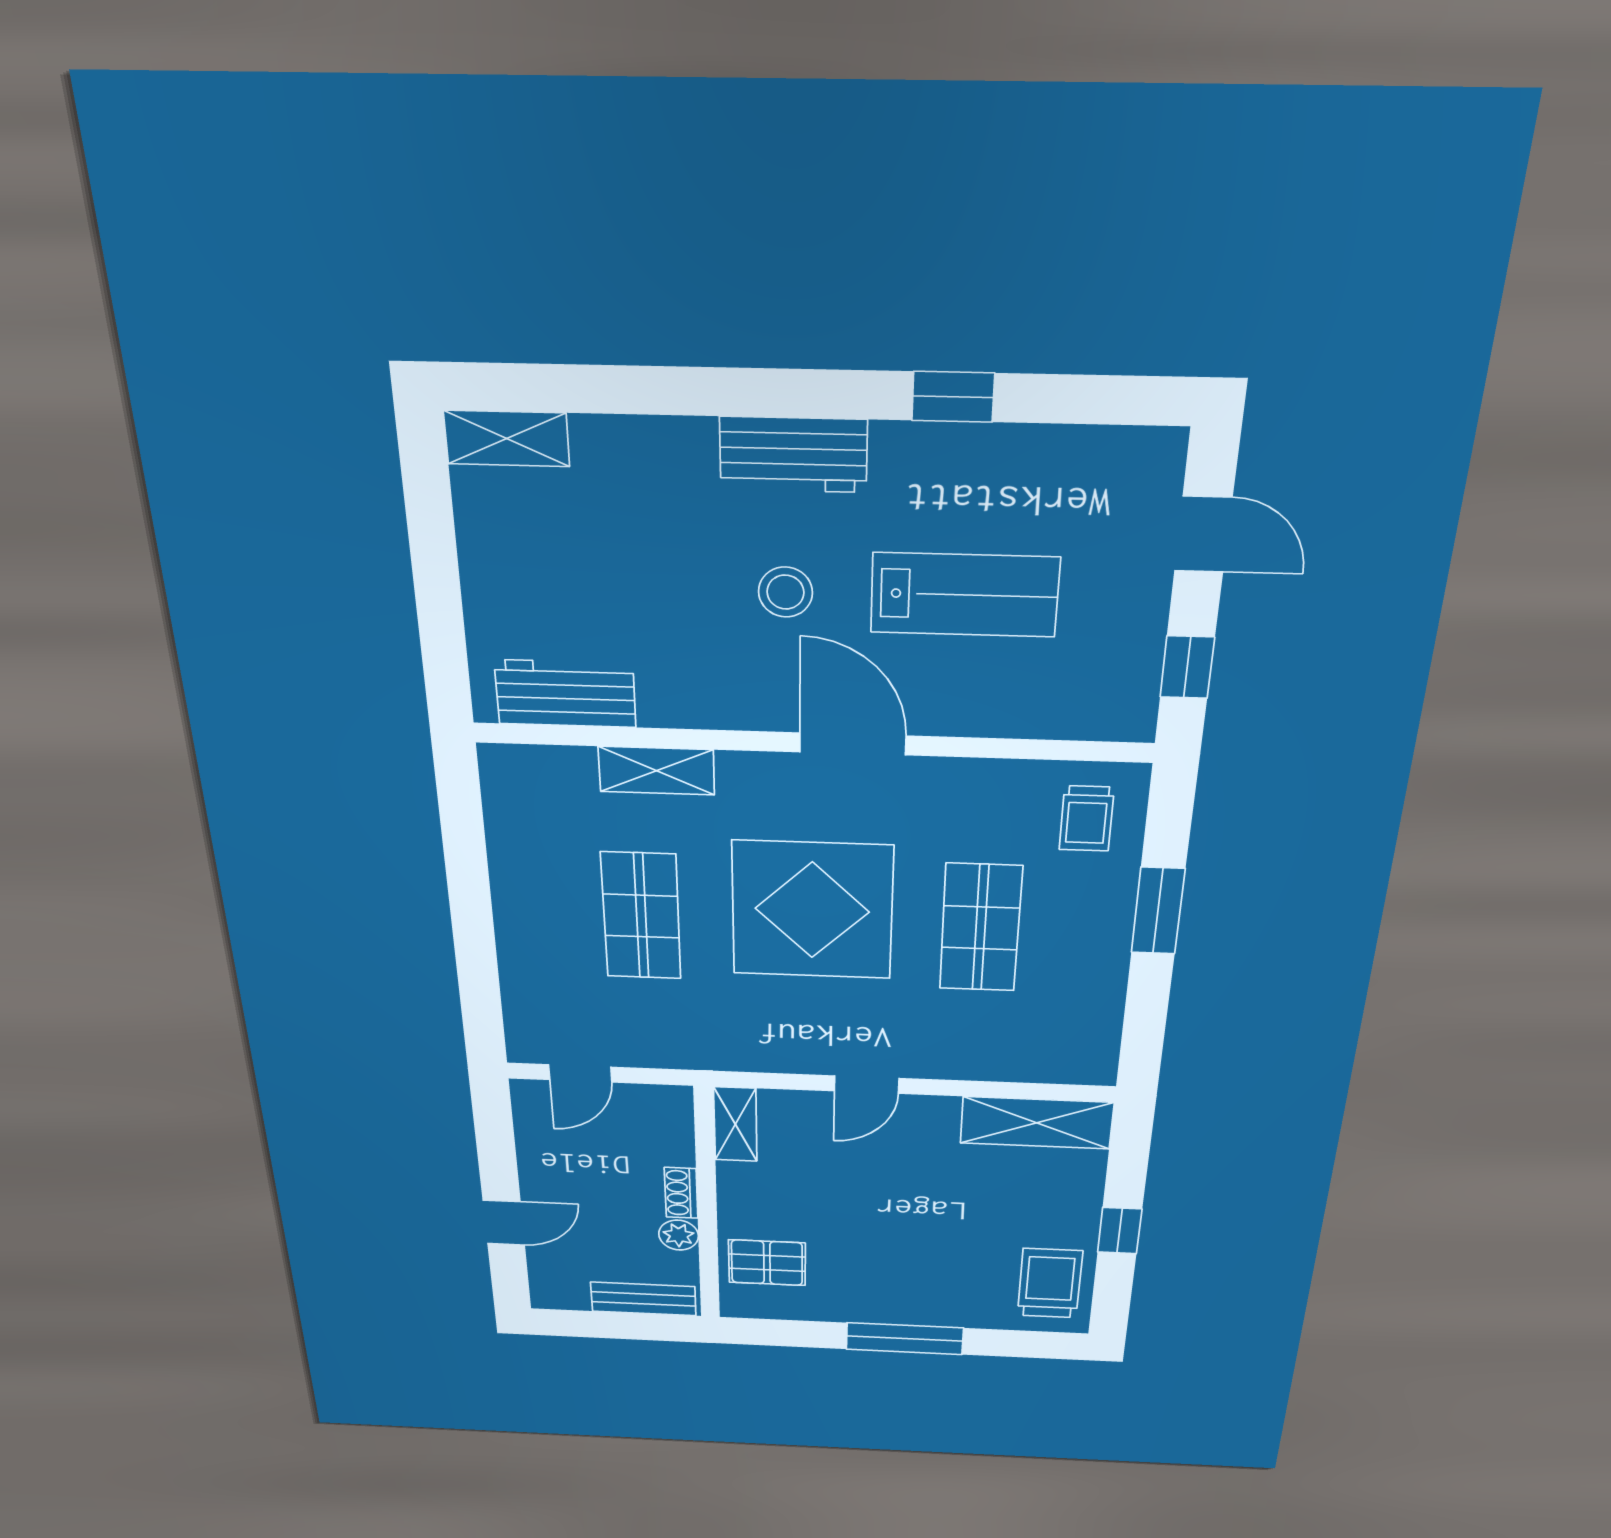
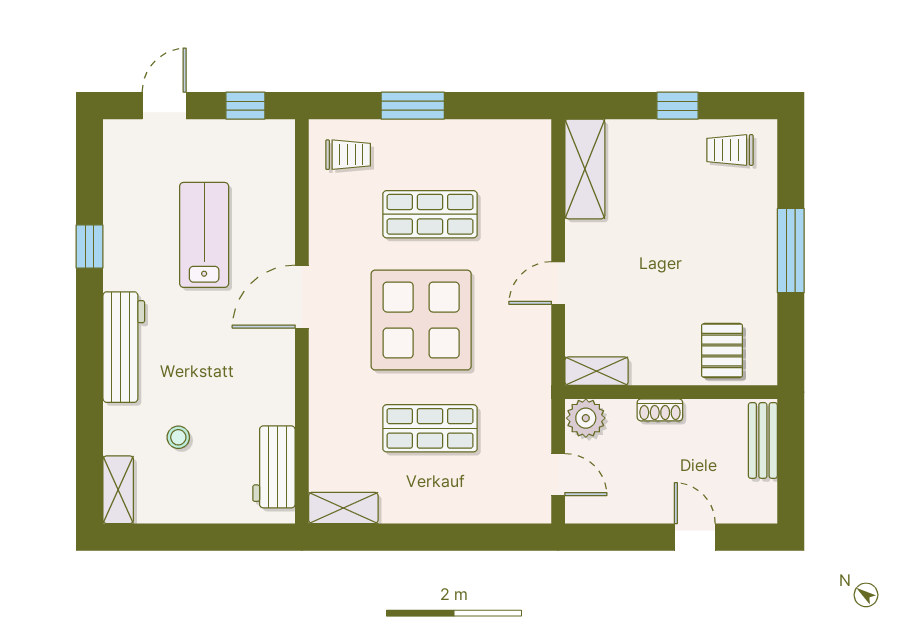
workbench: (793, 455) -> (124, 347), width x1.38
stool: (785, 592) -> (178, 437), moved, width x0.73, depth x0.73
shelving: (656, 771) -> (343, 508), moved, turned 90
door: (867, 1085) -> (558, 283), swing flipped
plant: (679, 1235) -> (586, 418), moved, width x1.38, depth x1.38
trolley: (1050, 1283) -> (730, 150), width x0.73, depth x0.72

